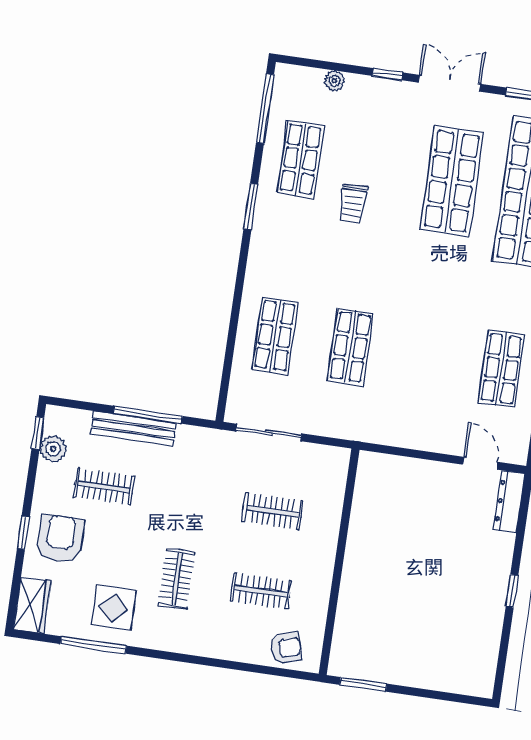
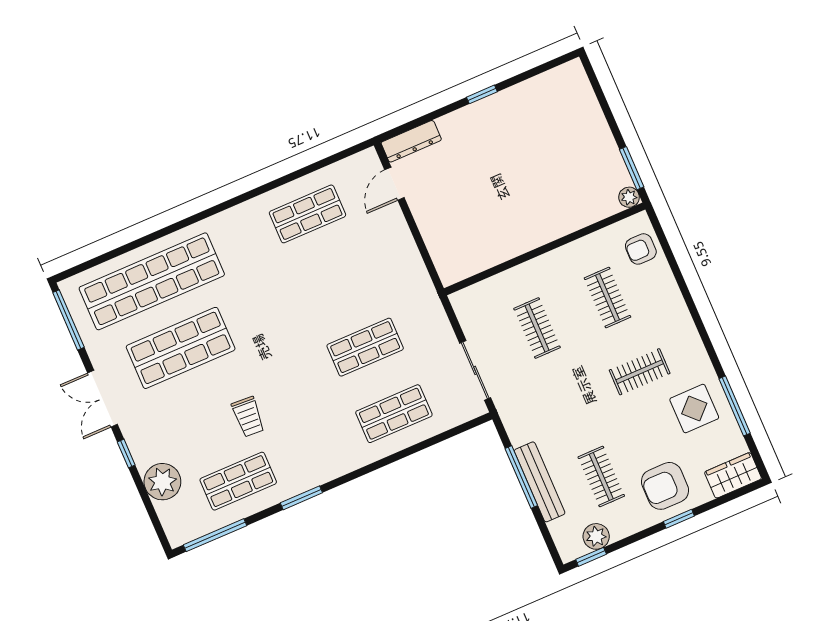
plant: (334, 81) -> (162, 482), width x1.87, depth x1.87
trolley: (353, 204) -> (248, 417), turned 93
armchair: (286, 648) -> (641, 249), turned -73
plant: (339, 666) -> (629, 197), added

